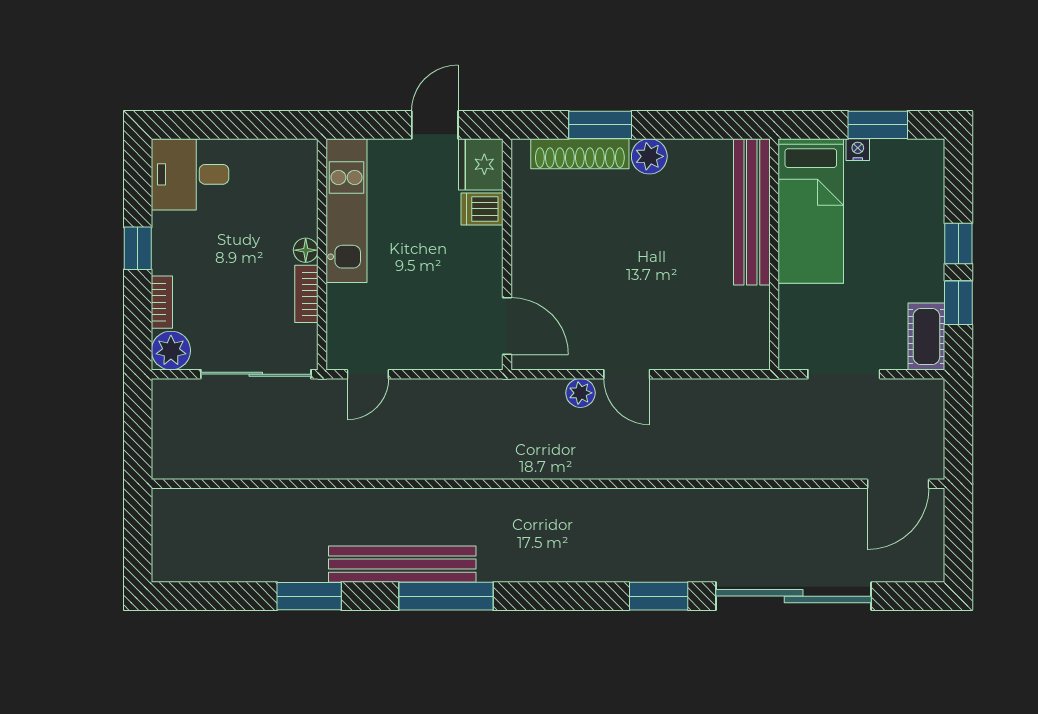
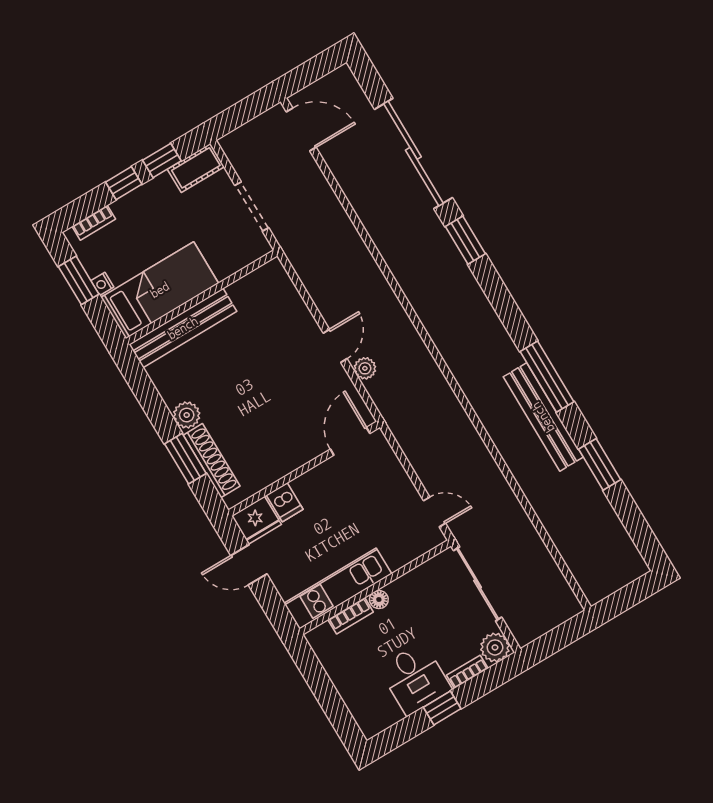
desk: (190, 174) -> (415, 679), moved
bookcase: (934, 182) -> (94, 223), added
bookcase: (306, 294) -> (351, 616), moved

